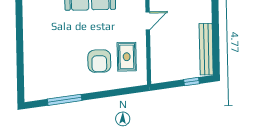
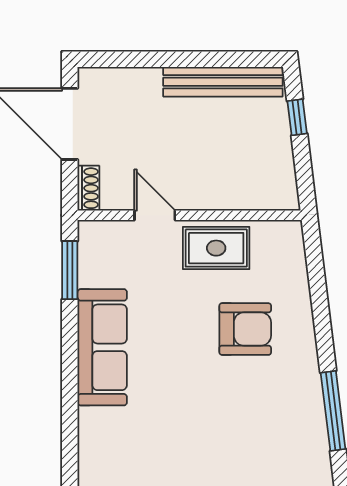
rug: (127, 57) -> (216, 248), moved

